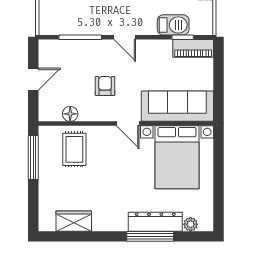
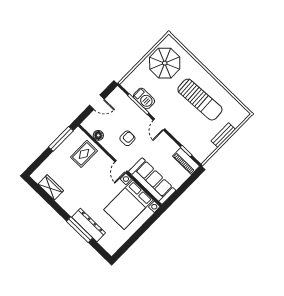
barbecue: (173, 25) -> (144, 99), moved
plant: (191, 224) -> (104, 242), removed

